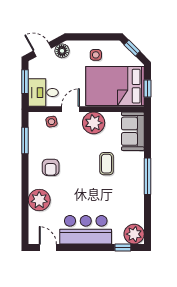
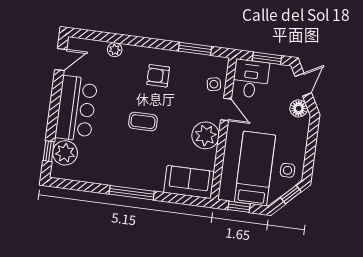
side table: (96, 55) -> (288, 170), moved
bed: (115, 86) -> (255, 168), width x0.67
coffee table: (107, 164) -> (143, 122), moved
plant: (39, 200) -> (115, 50), width x0.53, depth x0.53
plant: (134, 234) -> (65, 153), moved

